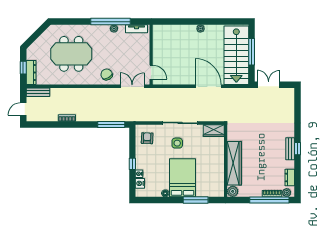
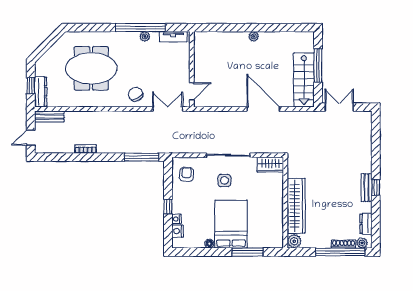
stairs: (236, 55) -> (304, 80), width x0.73, depth x0.66
door: (151, 72) -> (192, 91), hinge flipped

